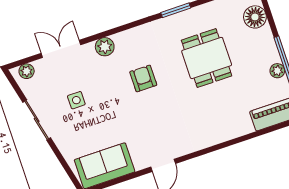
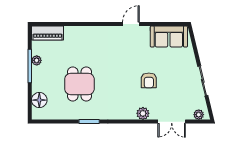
armchair: (143, 78) -> (149, 80), moved
side table: (76, 100) -> (173, 85), removed

